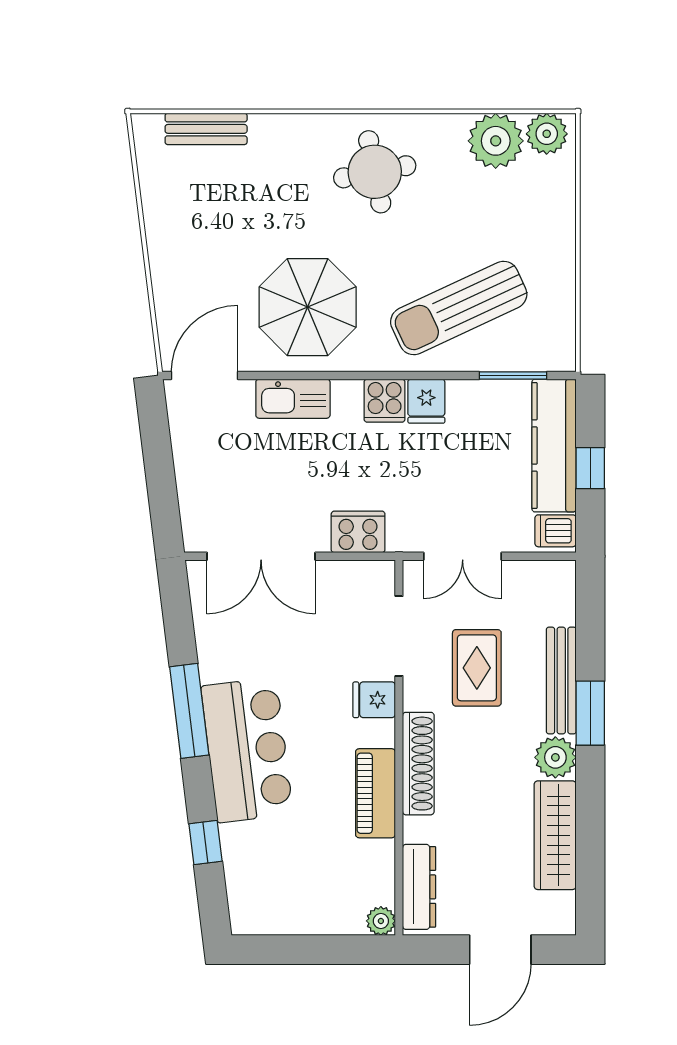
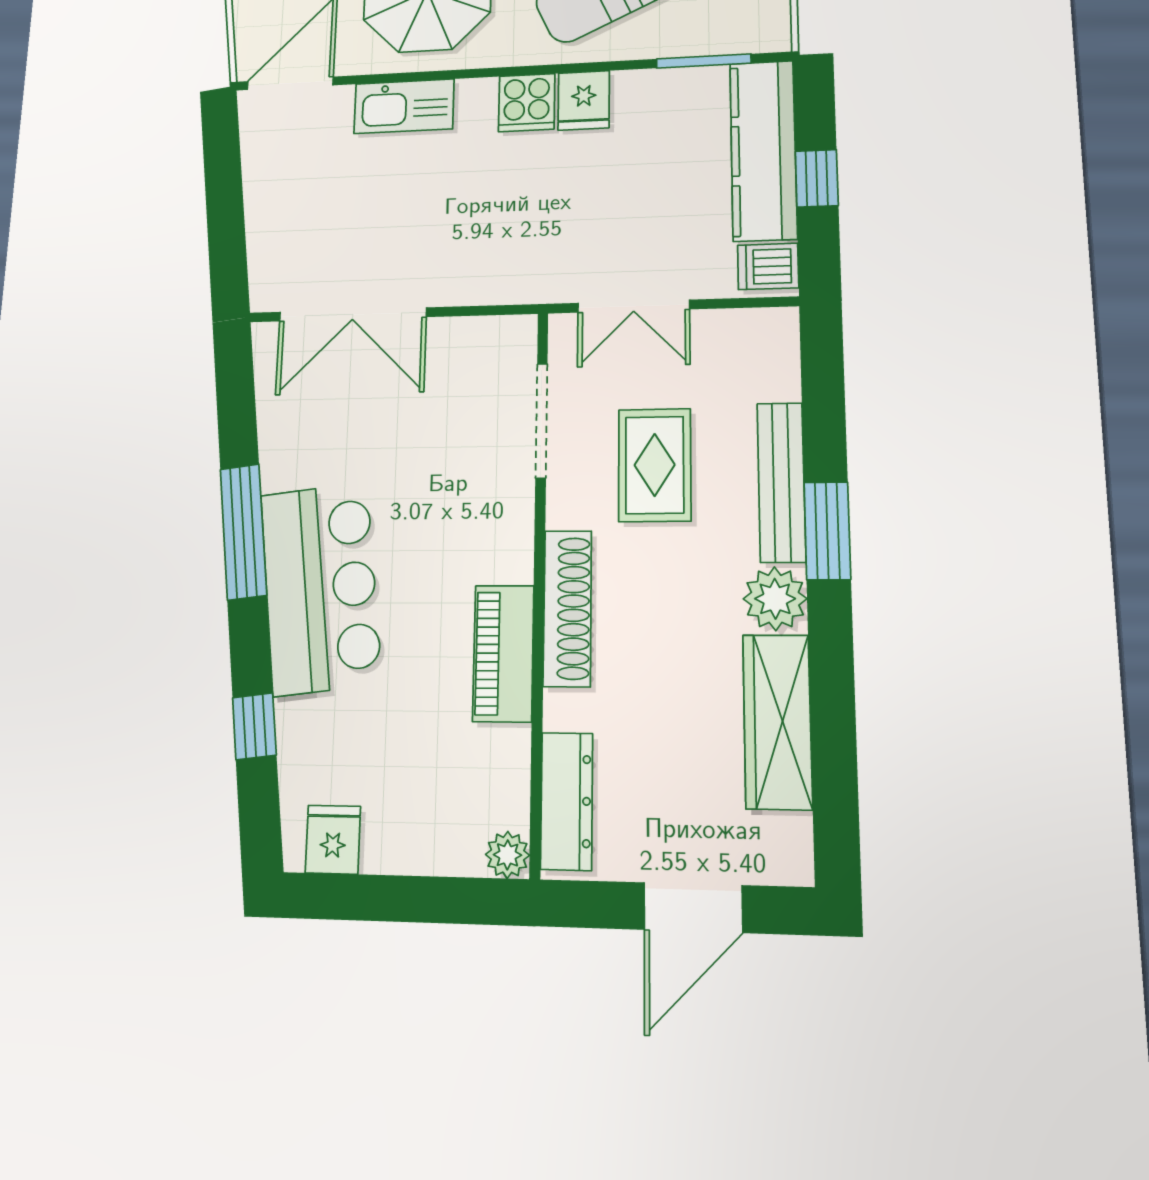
cooker: (358, 532) -> (487, 277), removed
fridge: (374, 700) -> (333, 840), moved, turned 90

